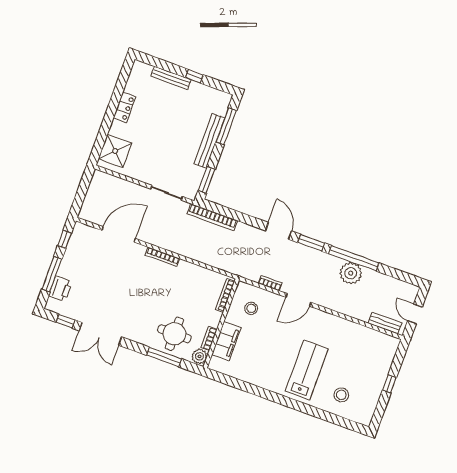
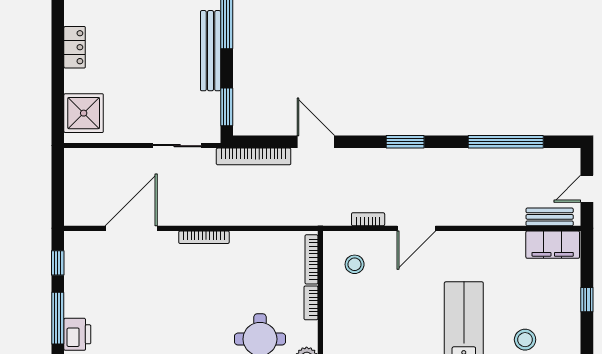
door: (279, 231) -> (316, 142), moved
window: (354, 258) -> (506, 142), moved
plant: (351, 273) -> (476, 164), removed
door: (415, 314) -> (587, 189), hinge flipped
bookcase: (209, 339) -> (311, 303), moved
filing cabinet: (226, 341) -> (553, 245), moved, turned 90

